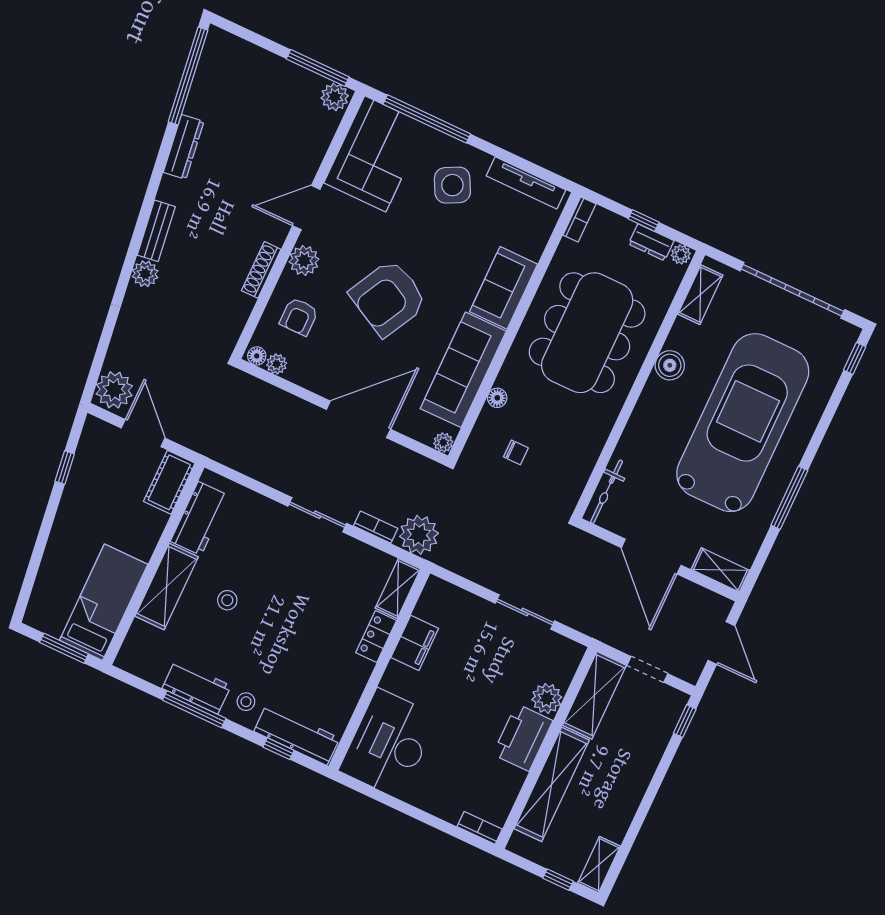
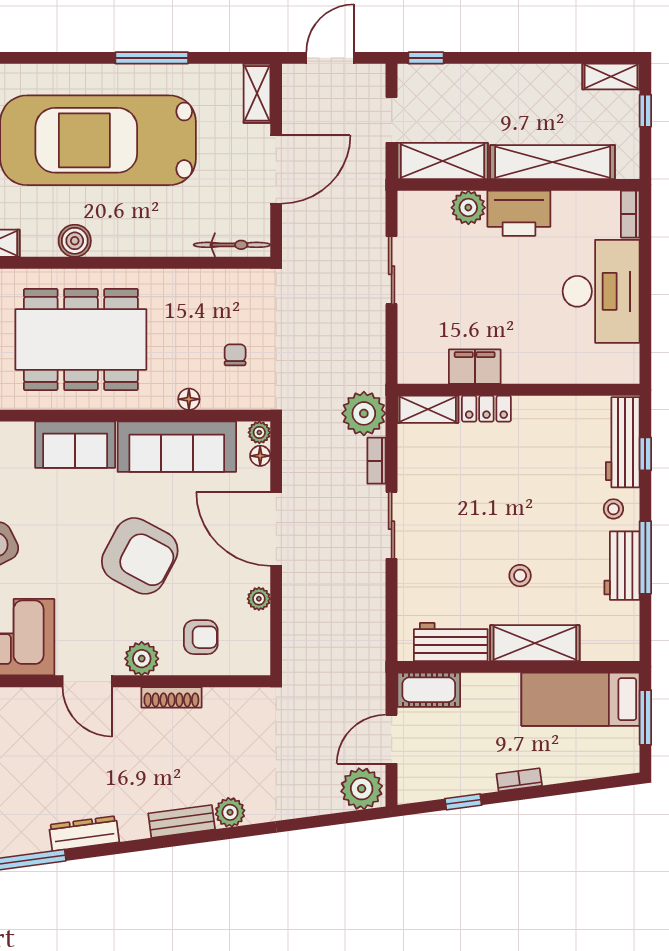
floor lamp: (257, 356) -> (260, 456), moved
plant: (277, 364) -> (259, 599), moved
bookcase: (61, 522) -> (519, 780), added
desk: (389, 743) -> (601, 291), moved, turned -90

